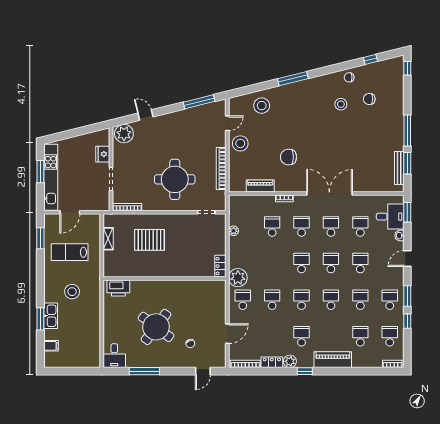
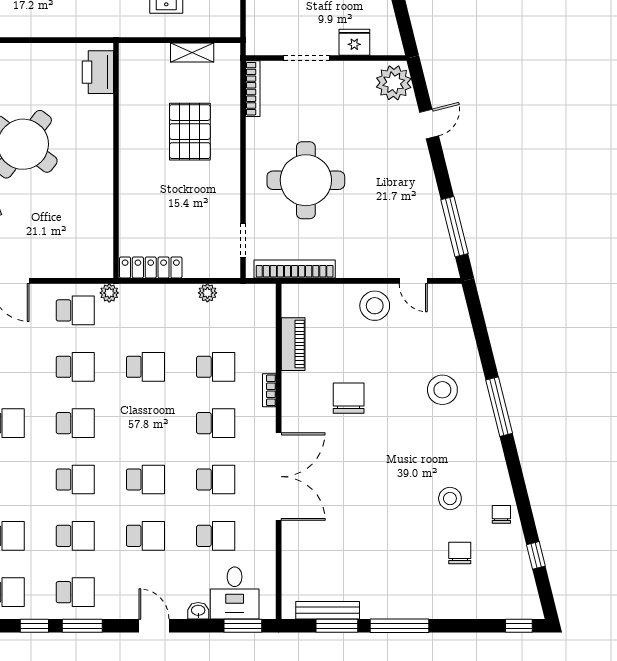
stool: (262, 106) -> (442, 390), moved
bookcase: (221, 169) -> (295, 269), moved
school desk: (302, 263) -> (145, 367), moved
locker: (220, 266) -> (151, 268), width x1.53
plant: (238, 278) -> (109, 293), width x0.53, depth x0.53

